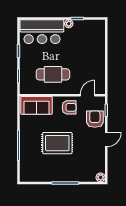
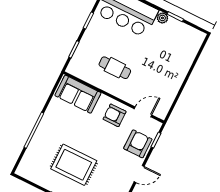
cafe table: (53, 74) -> (115, 68), width x0.73, depth x0.74
armchair: (69, 107) -> (115, 115), turned 180
rug: (57, 143) -> (74, 165), moved

